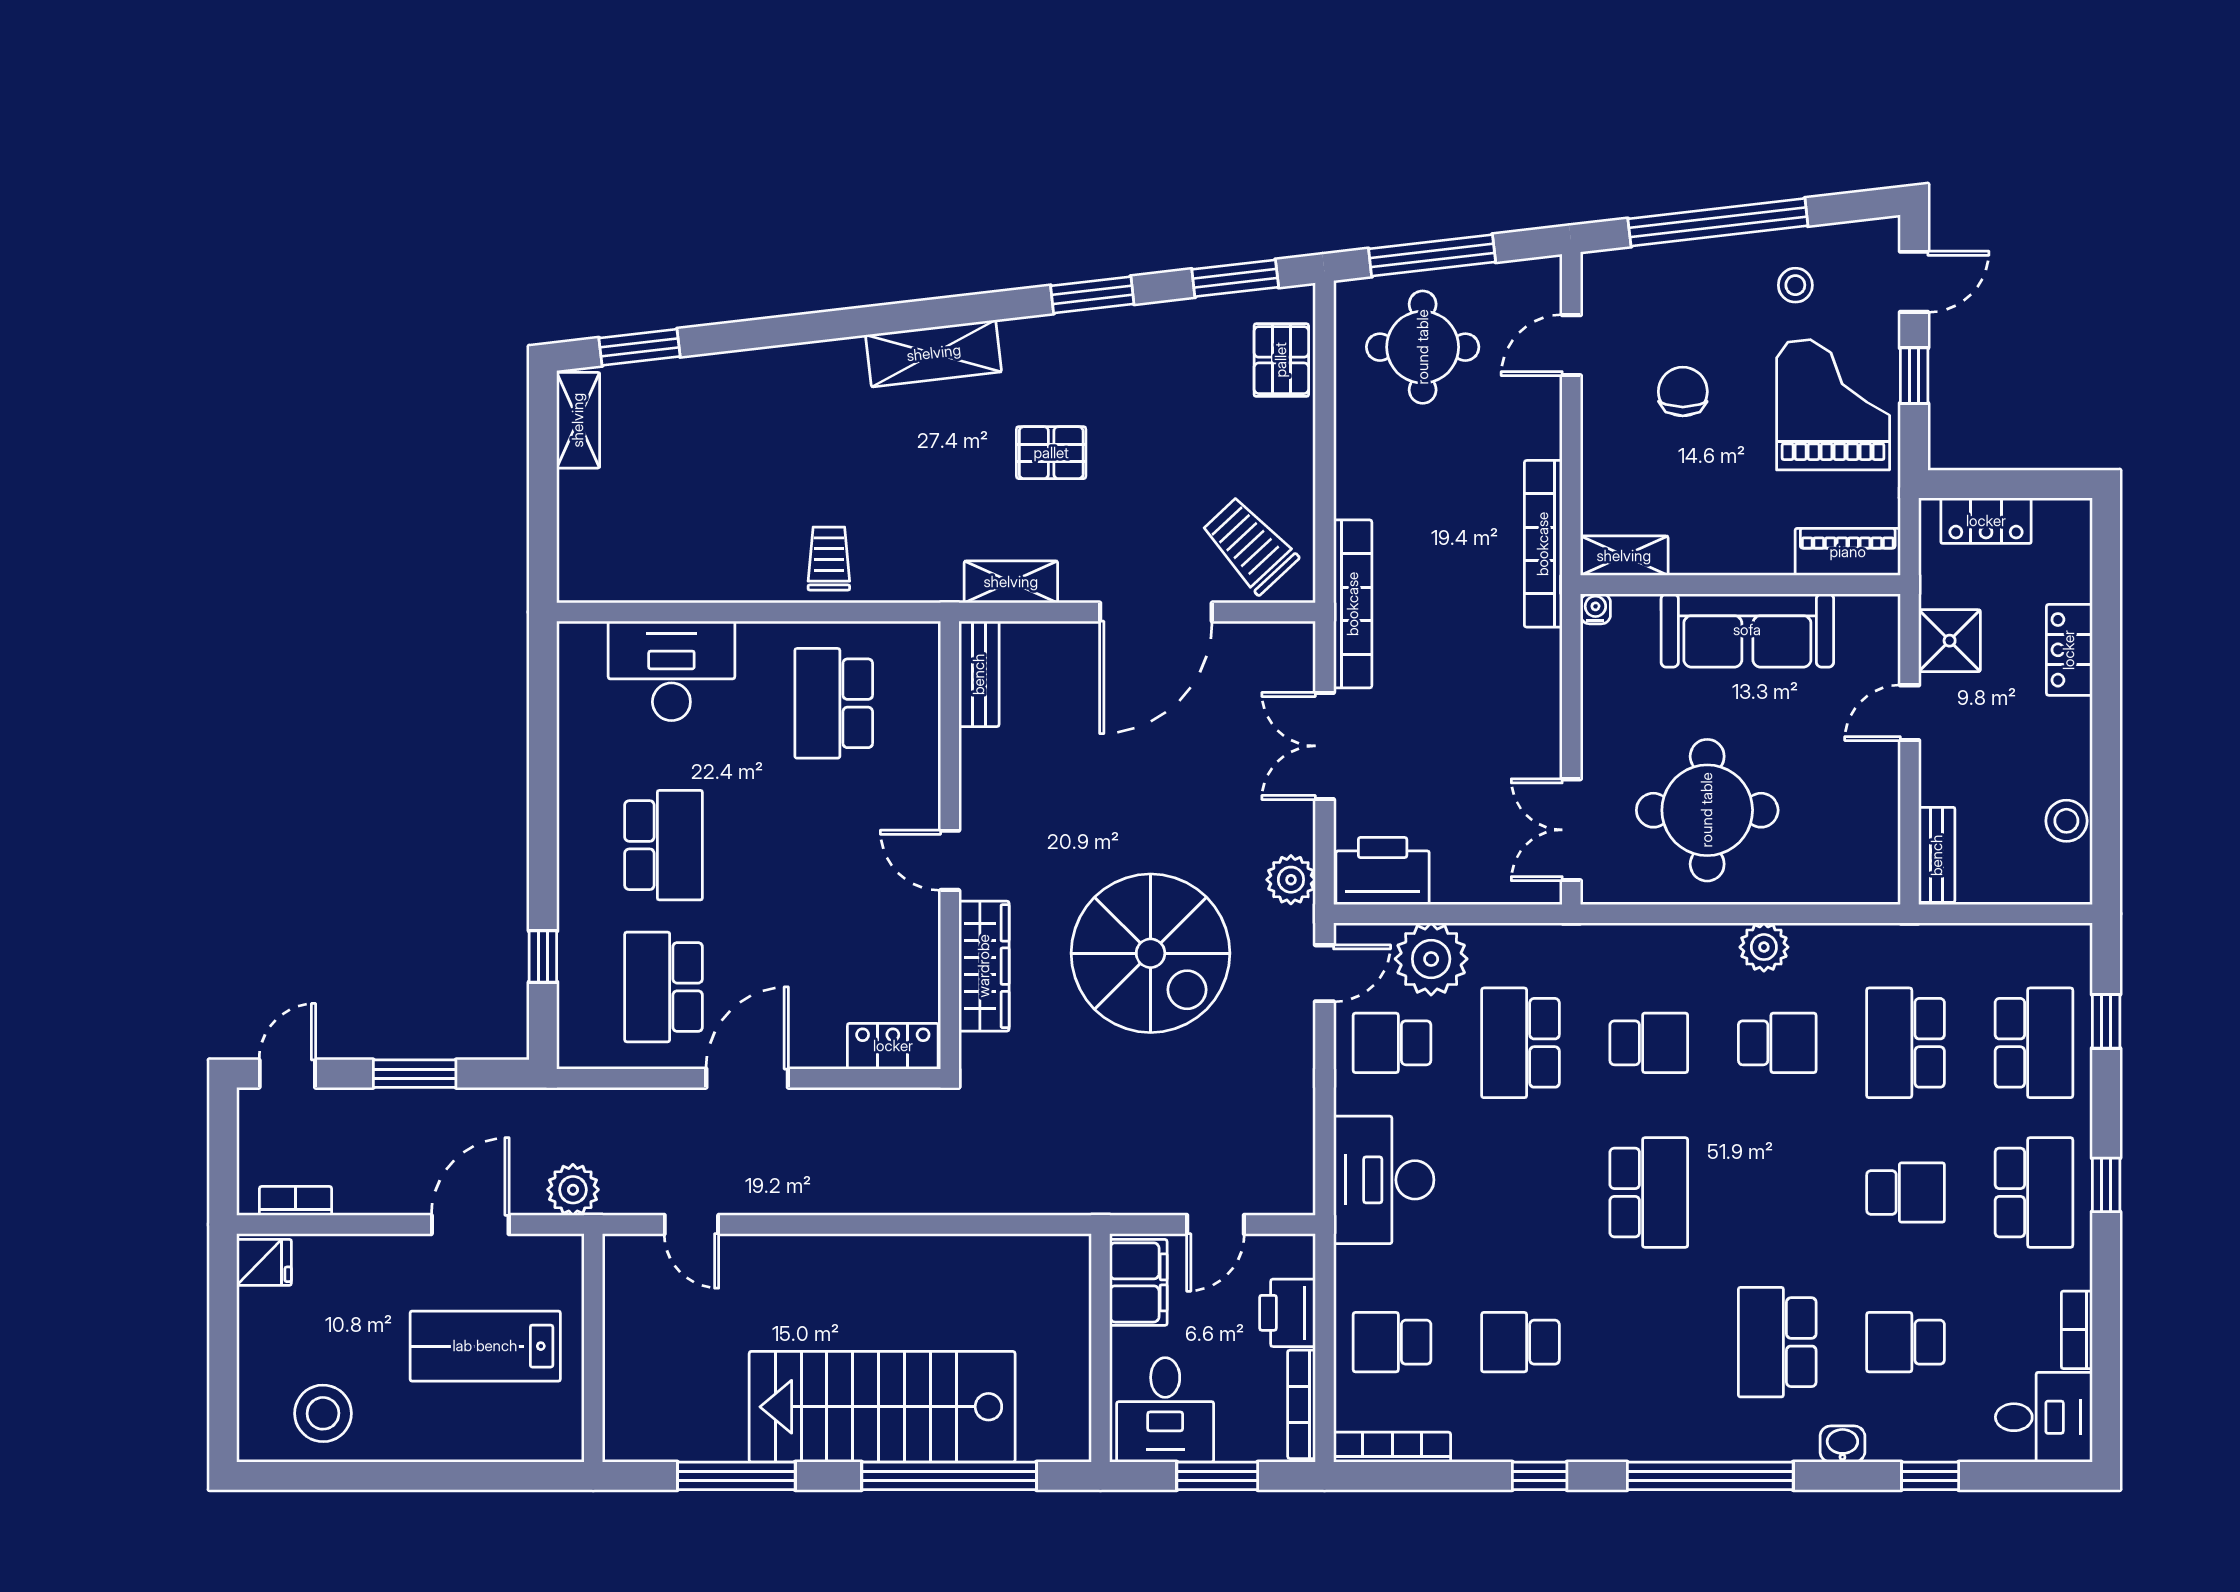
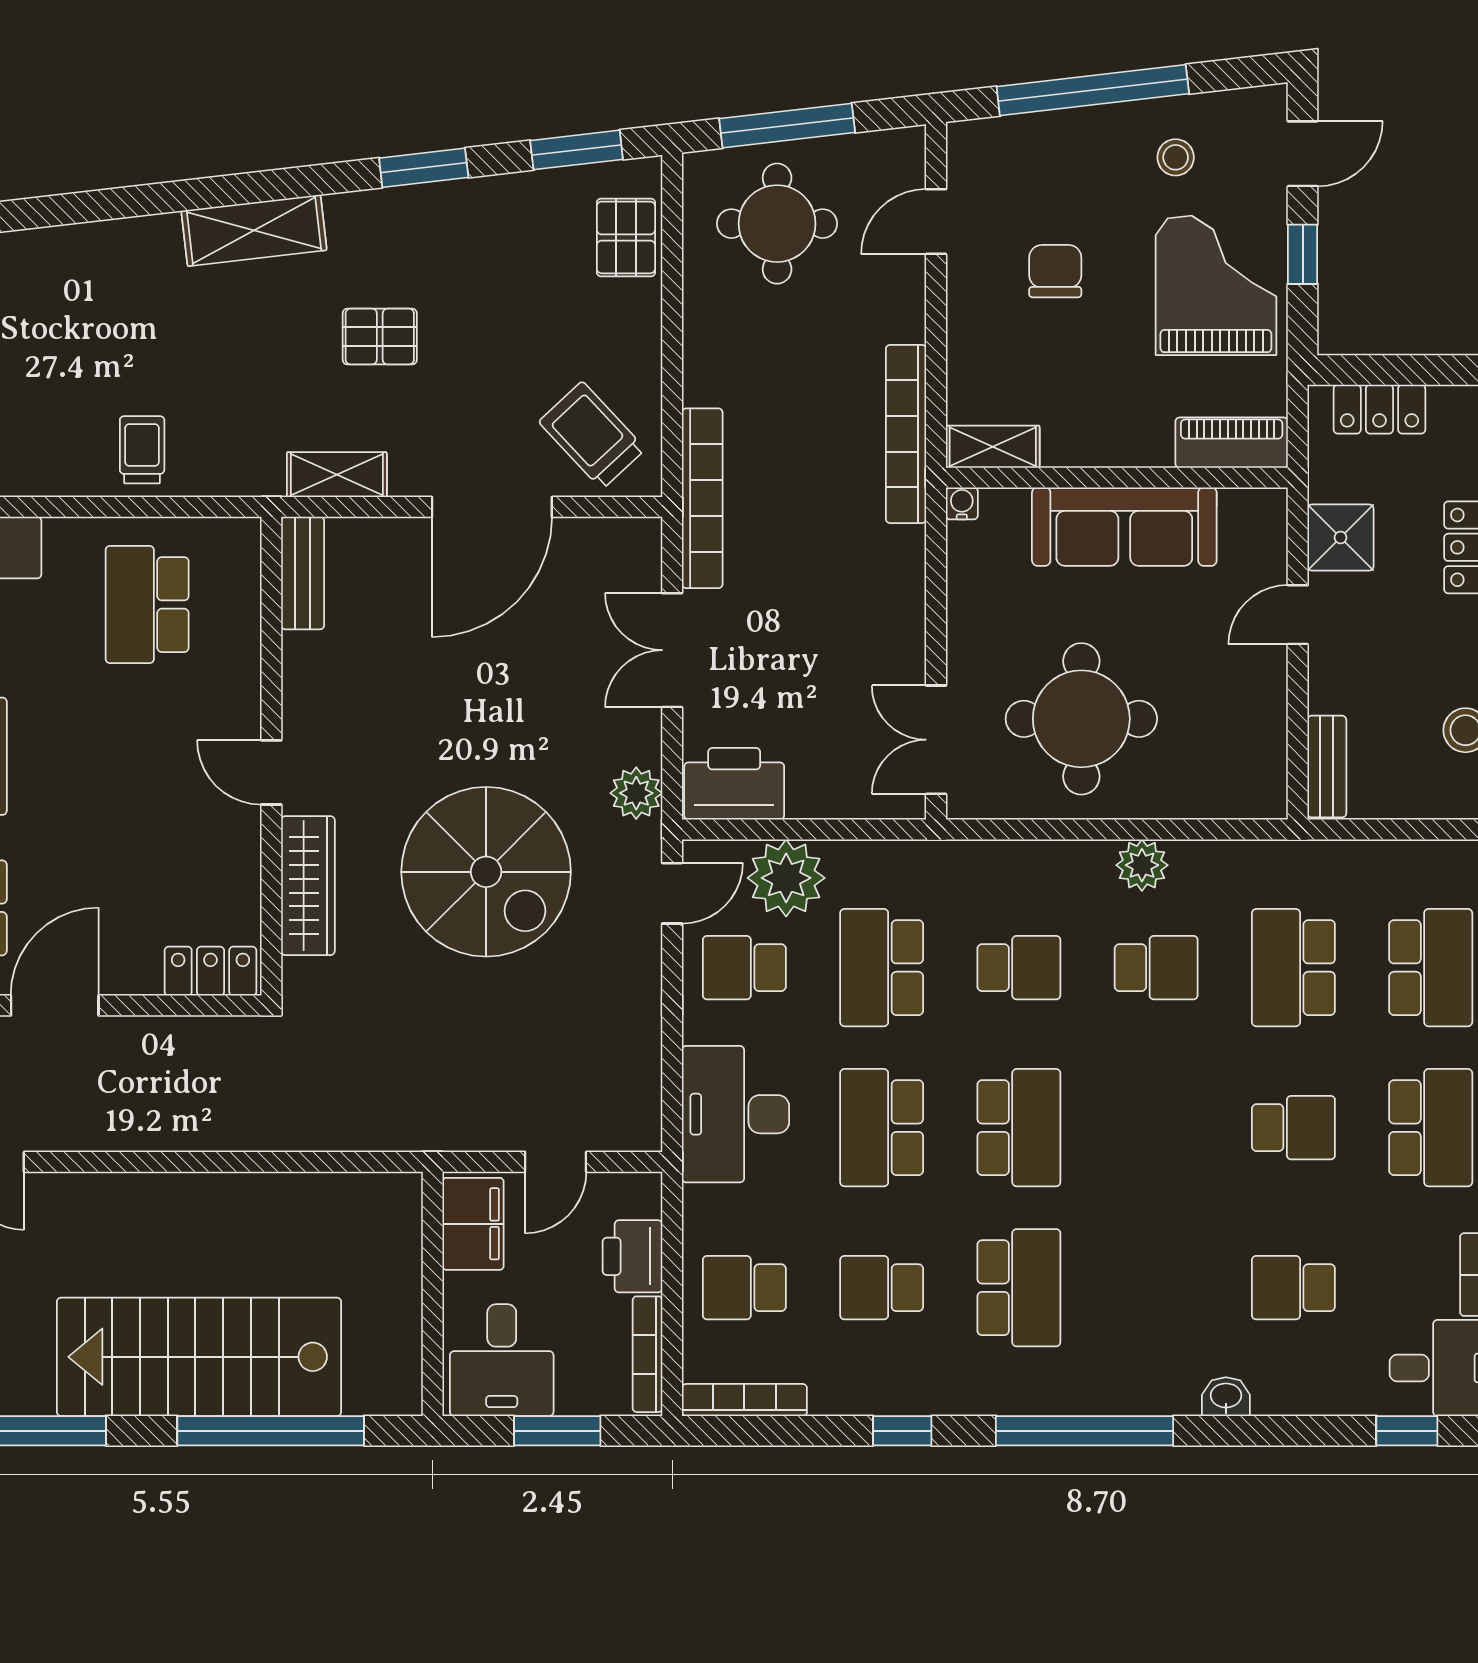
school desk: (1520, 1192) -> (882, 1128), added
school desk: (1777, 1342) -> (1019, 1288), moved, turned 180
window: (1930, 1476) -> (1407, 1431), moved

